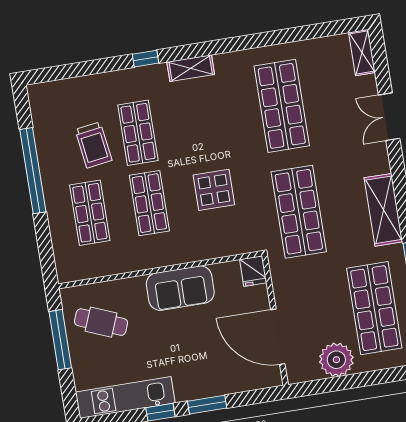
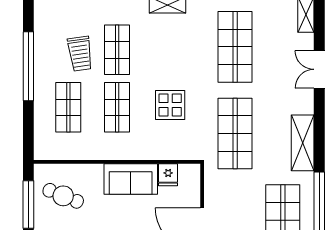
fridge: (253, 271) -> (168, 175), moved

